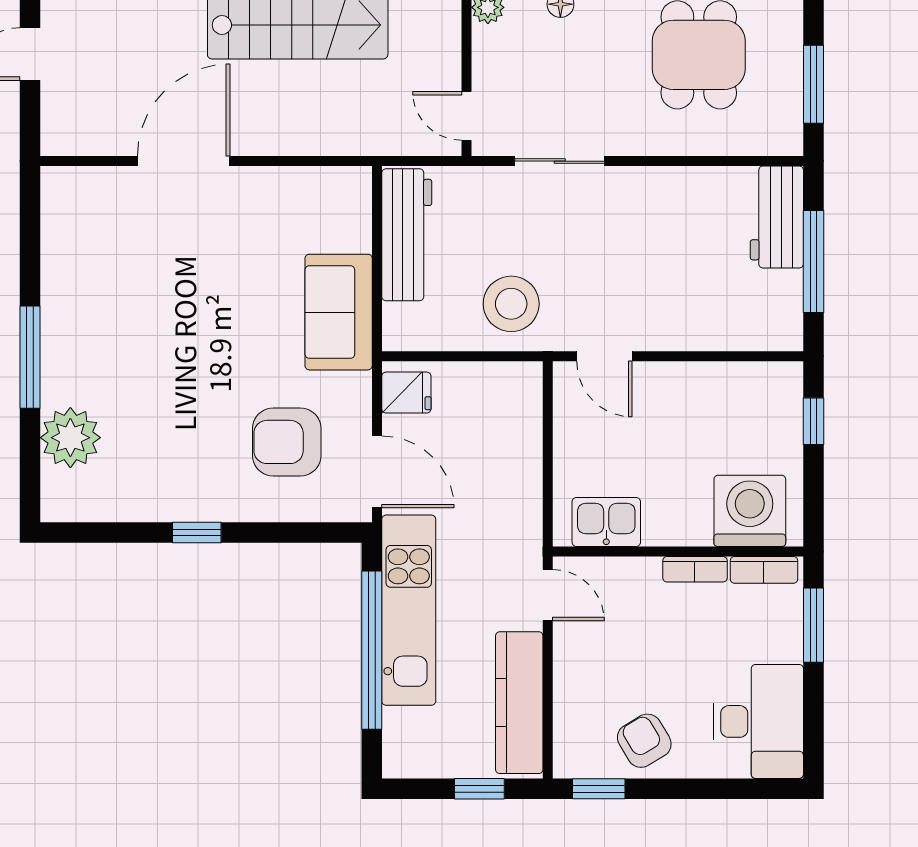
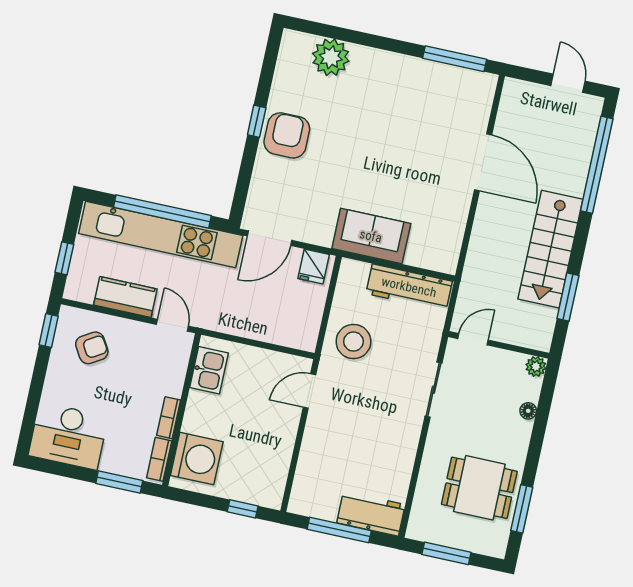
window: (30, 357) -> (455, 59), moved
armchair: (287, 442) -> (287, 135), moved
door: (548, 595) -> (172, 325), swing flipped
kitchen unit: (409, 610) -> (161, 235), width x1.36
kitchen counter: (519, 703) -> (125, 297), width x0.67
armchair: (644, 741) -> (92, 348), moved

